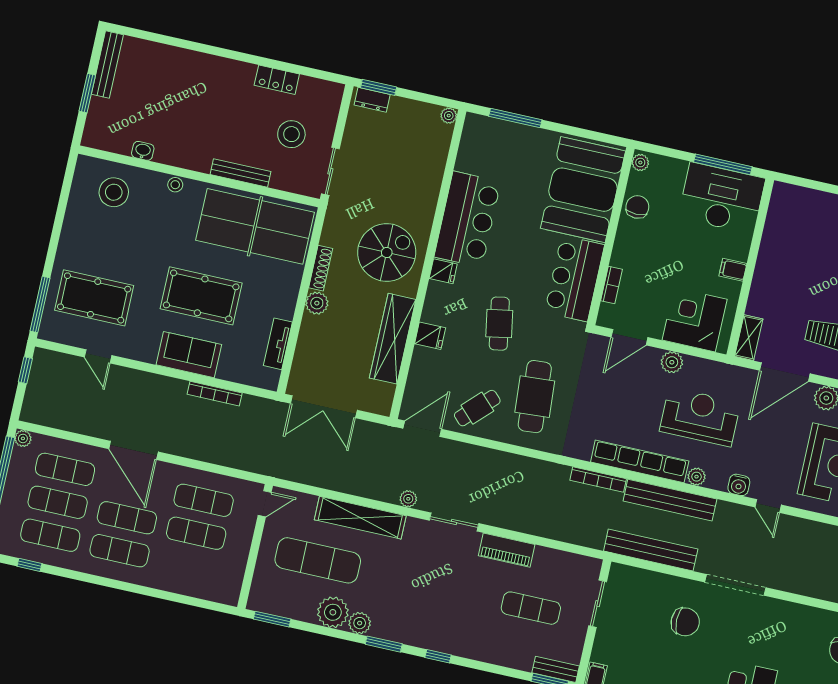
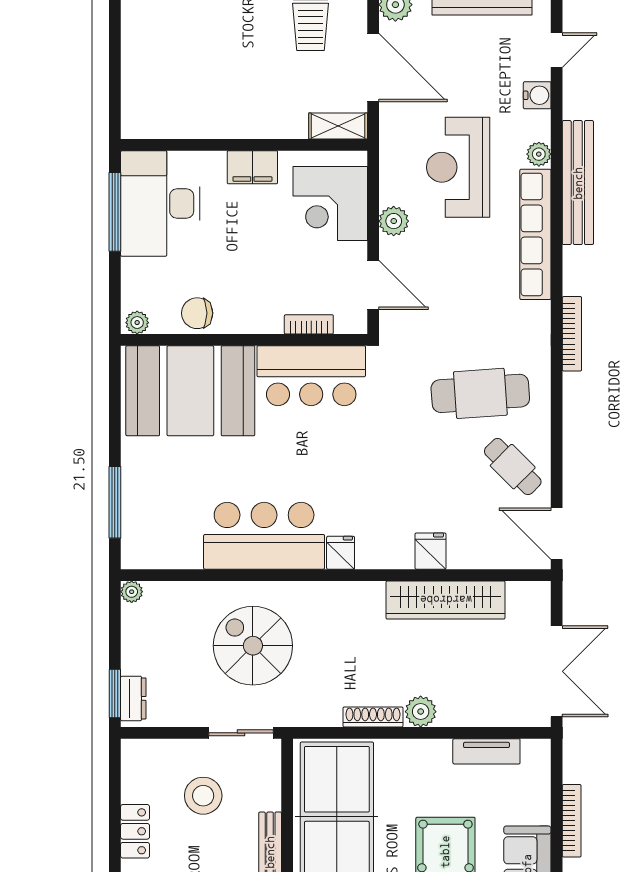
spiral stairs: (387, 253) -> (253, 646), moved
filing cabinet: (733, 270) -> (252, 167), width x2.00
cafe table: (499, 324) -> (394, 462), removed
bookcase: (598, 480) -> (572, 334), moved

